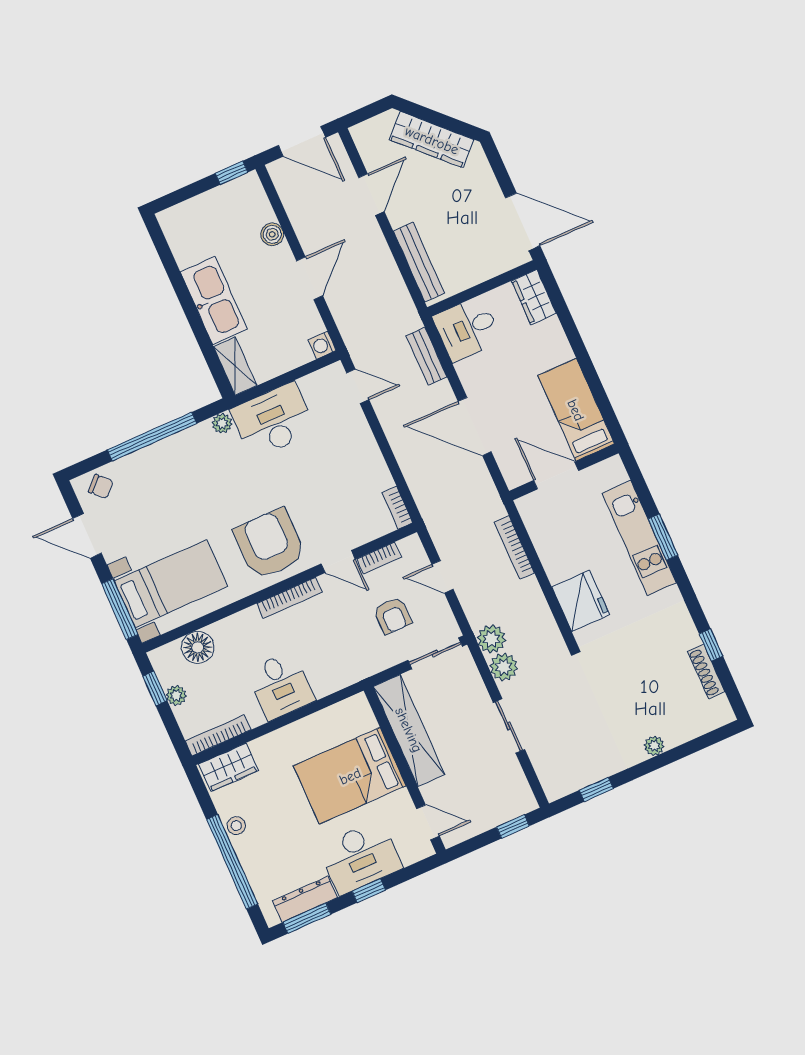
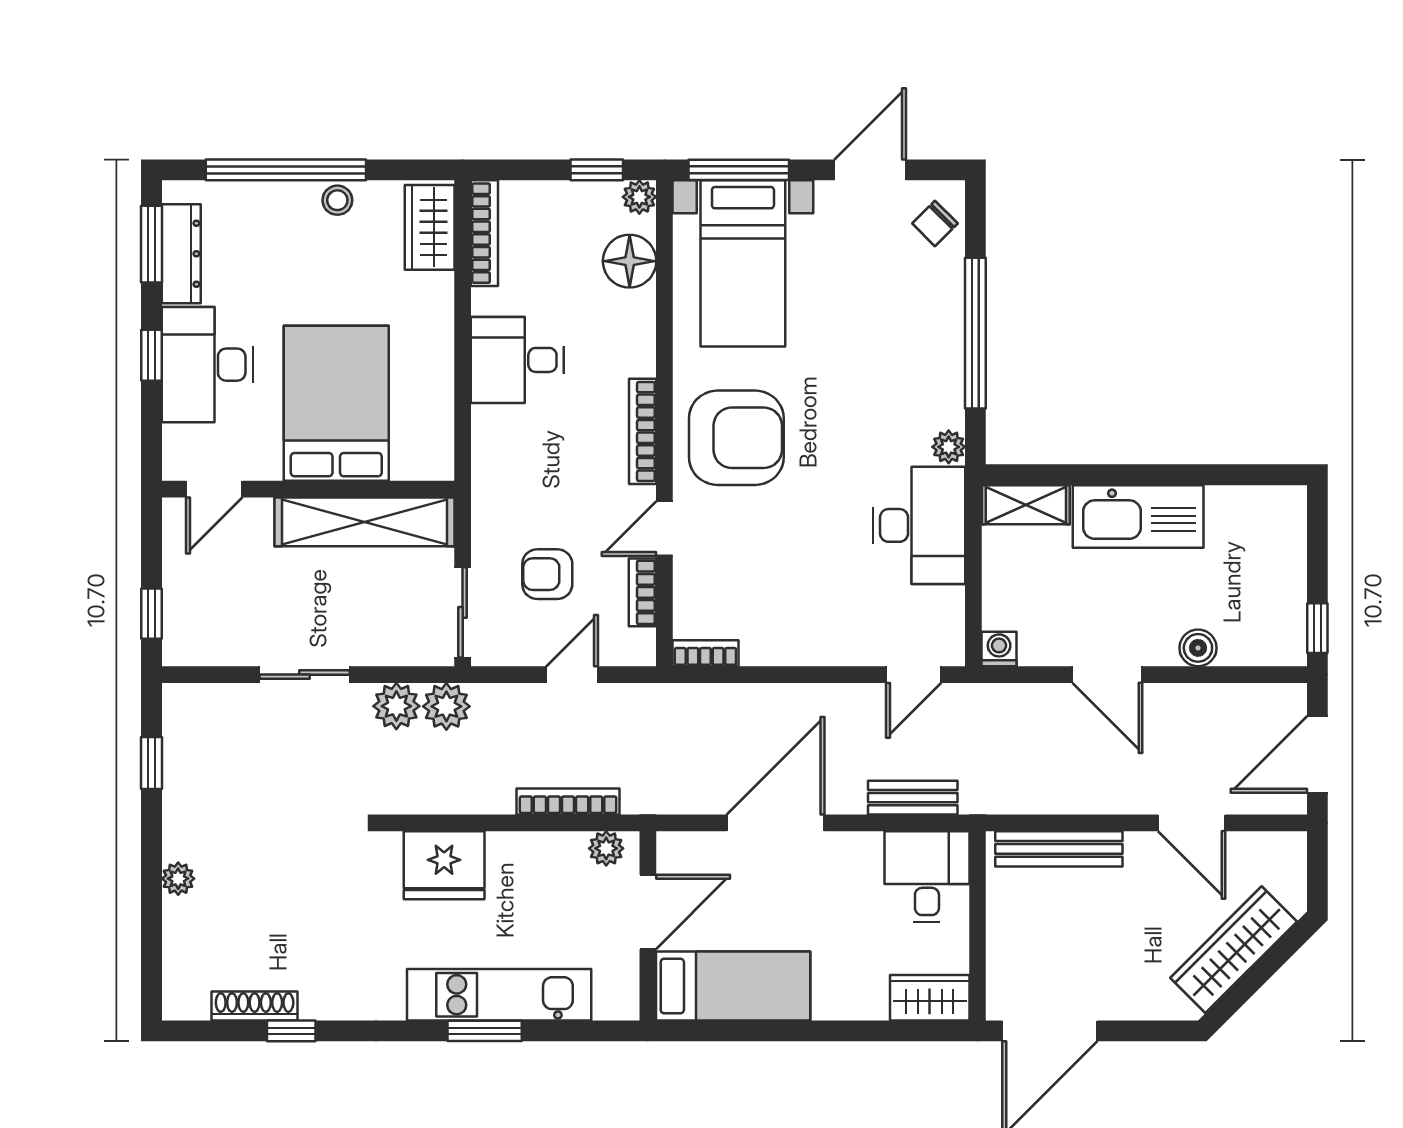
plant: (531, 515) -> (606, 848), added
plant: (176, 695) -> (639, 197), moved

